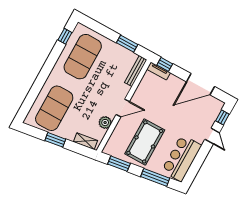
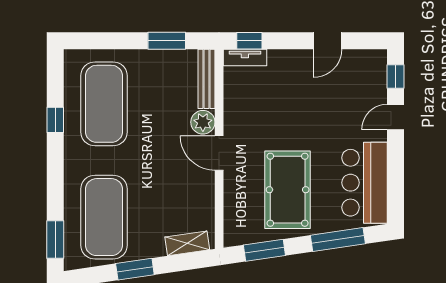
window: (65, 36) -> (55, 120), moved
door: (200, 84) -> (328, 41), width x0.53
window: (26, 106) -> (55, 240), added
door: (123, 108) -> (219, 153), swing flipped
plant: (105, 123) -> (203, 122), moved
door: (212, 136) -> (395, 117), swing flipped

